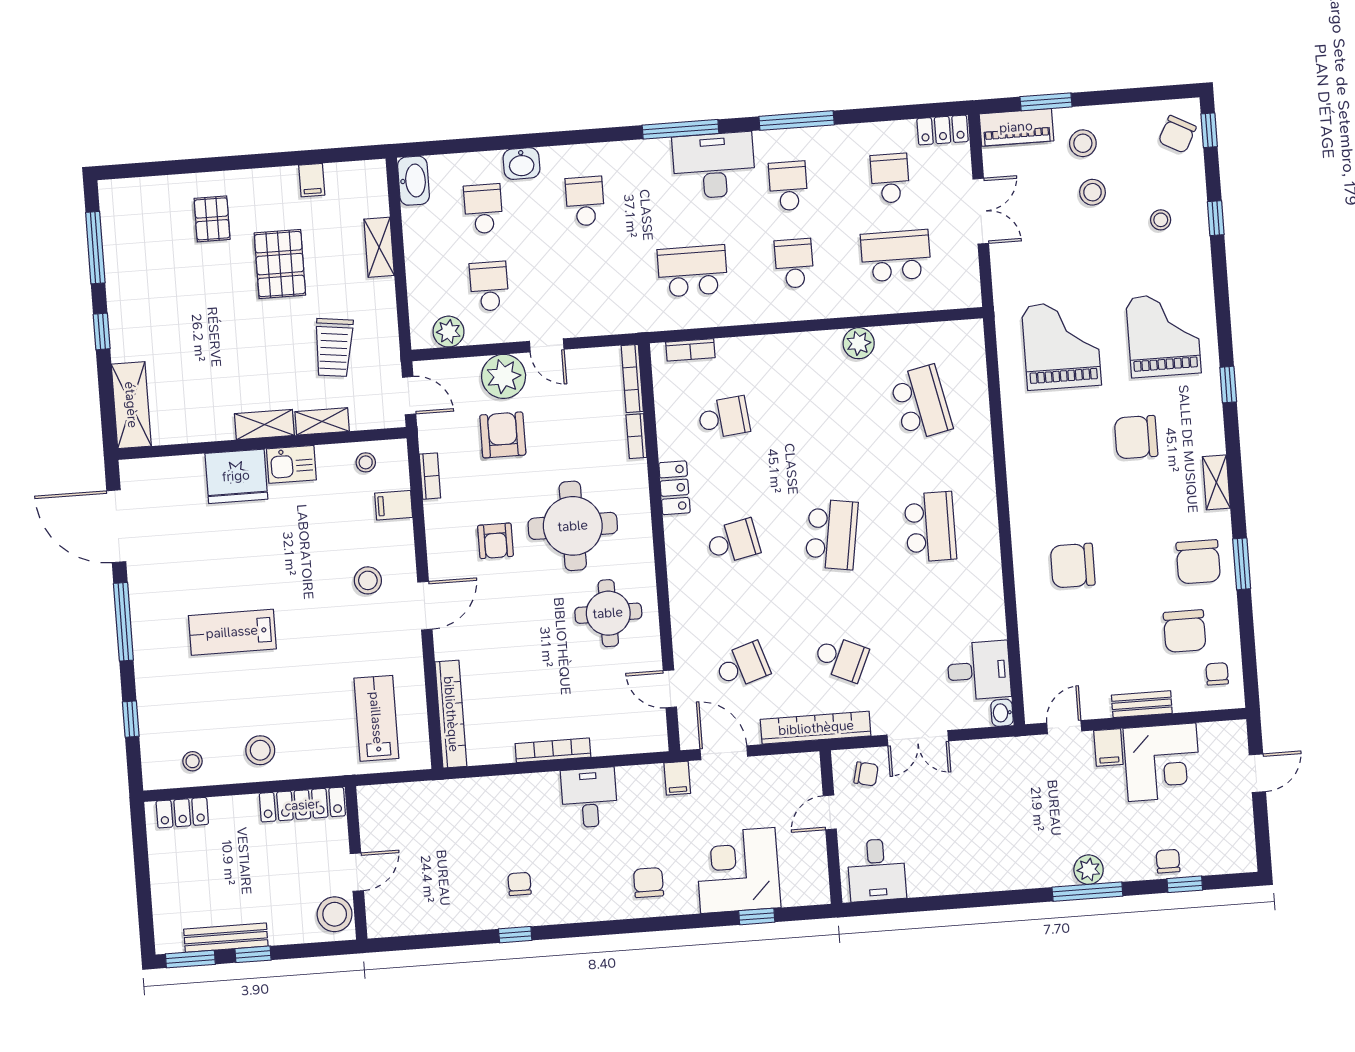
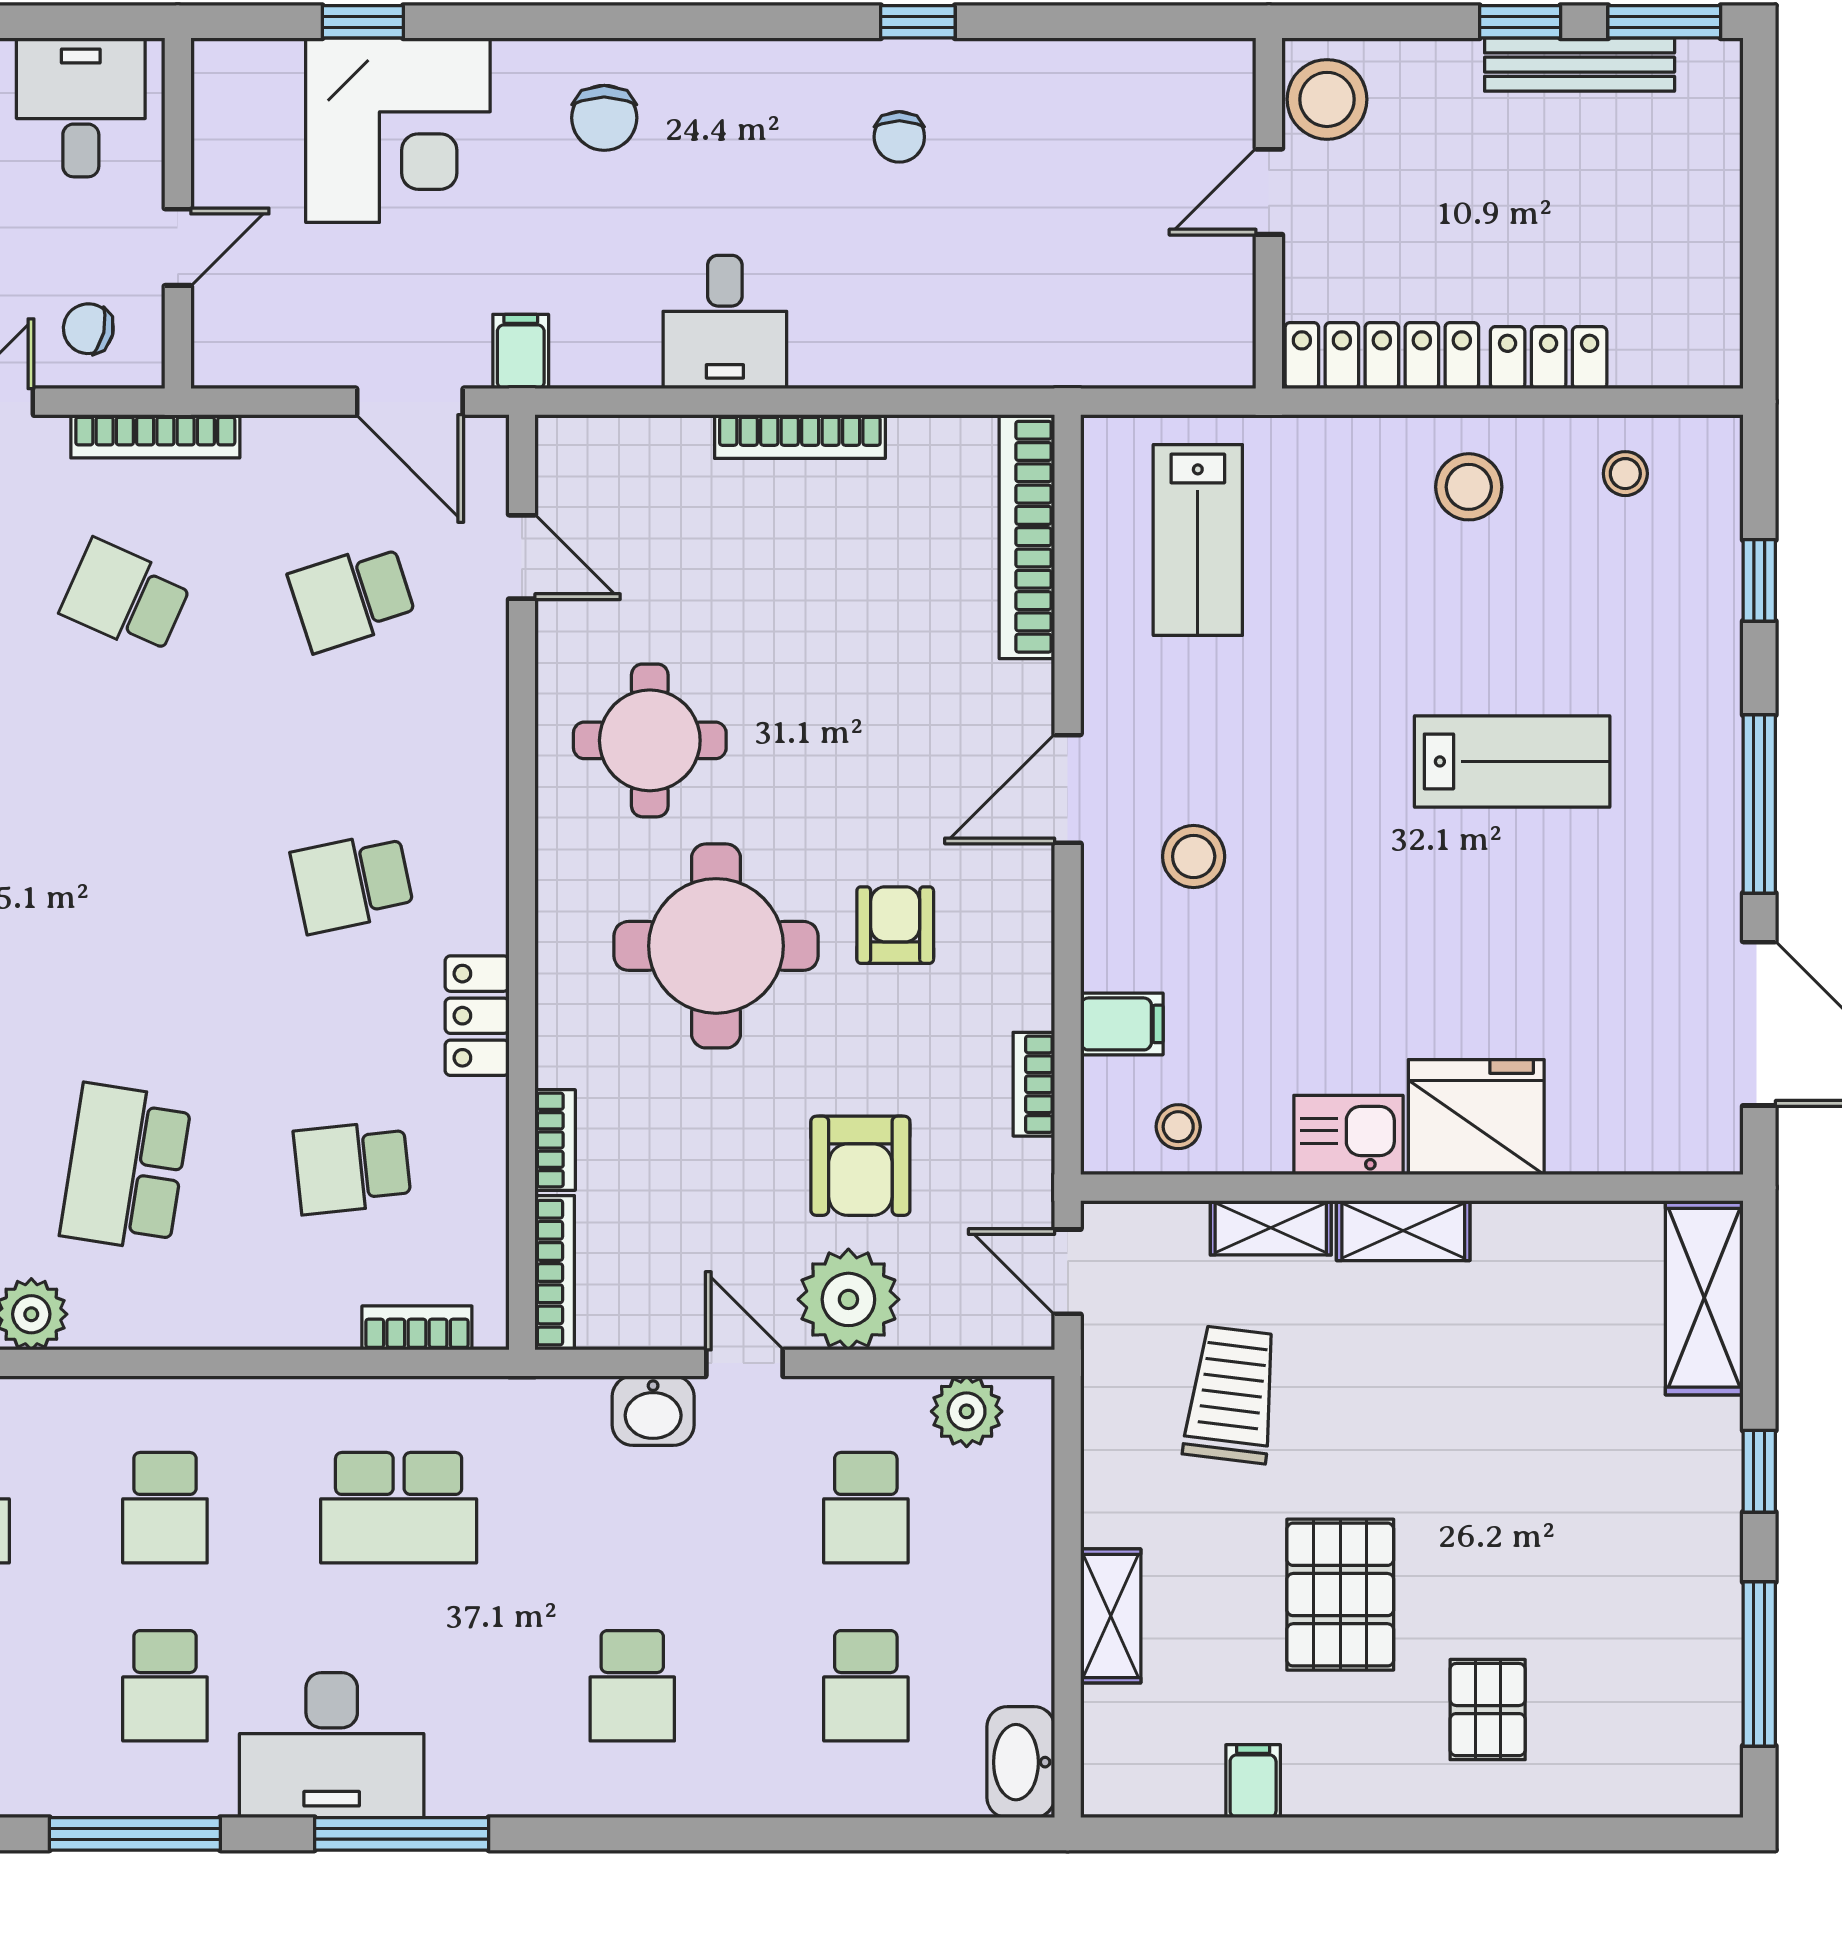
washbasin: (521, 164) -> (653, 1411), moved, turned 180
school desk: (832, 534) -> (126, 1167), moved
bookcase: (816, 728) -> (155, 436), width x0.68, depth x0.76
locker: (182, 813) -> (1549, 358), moved

